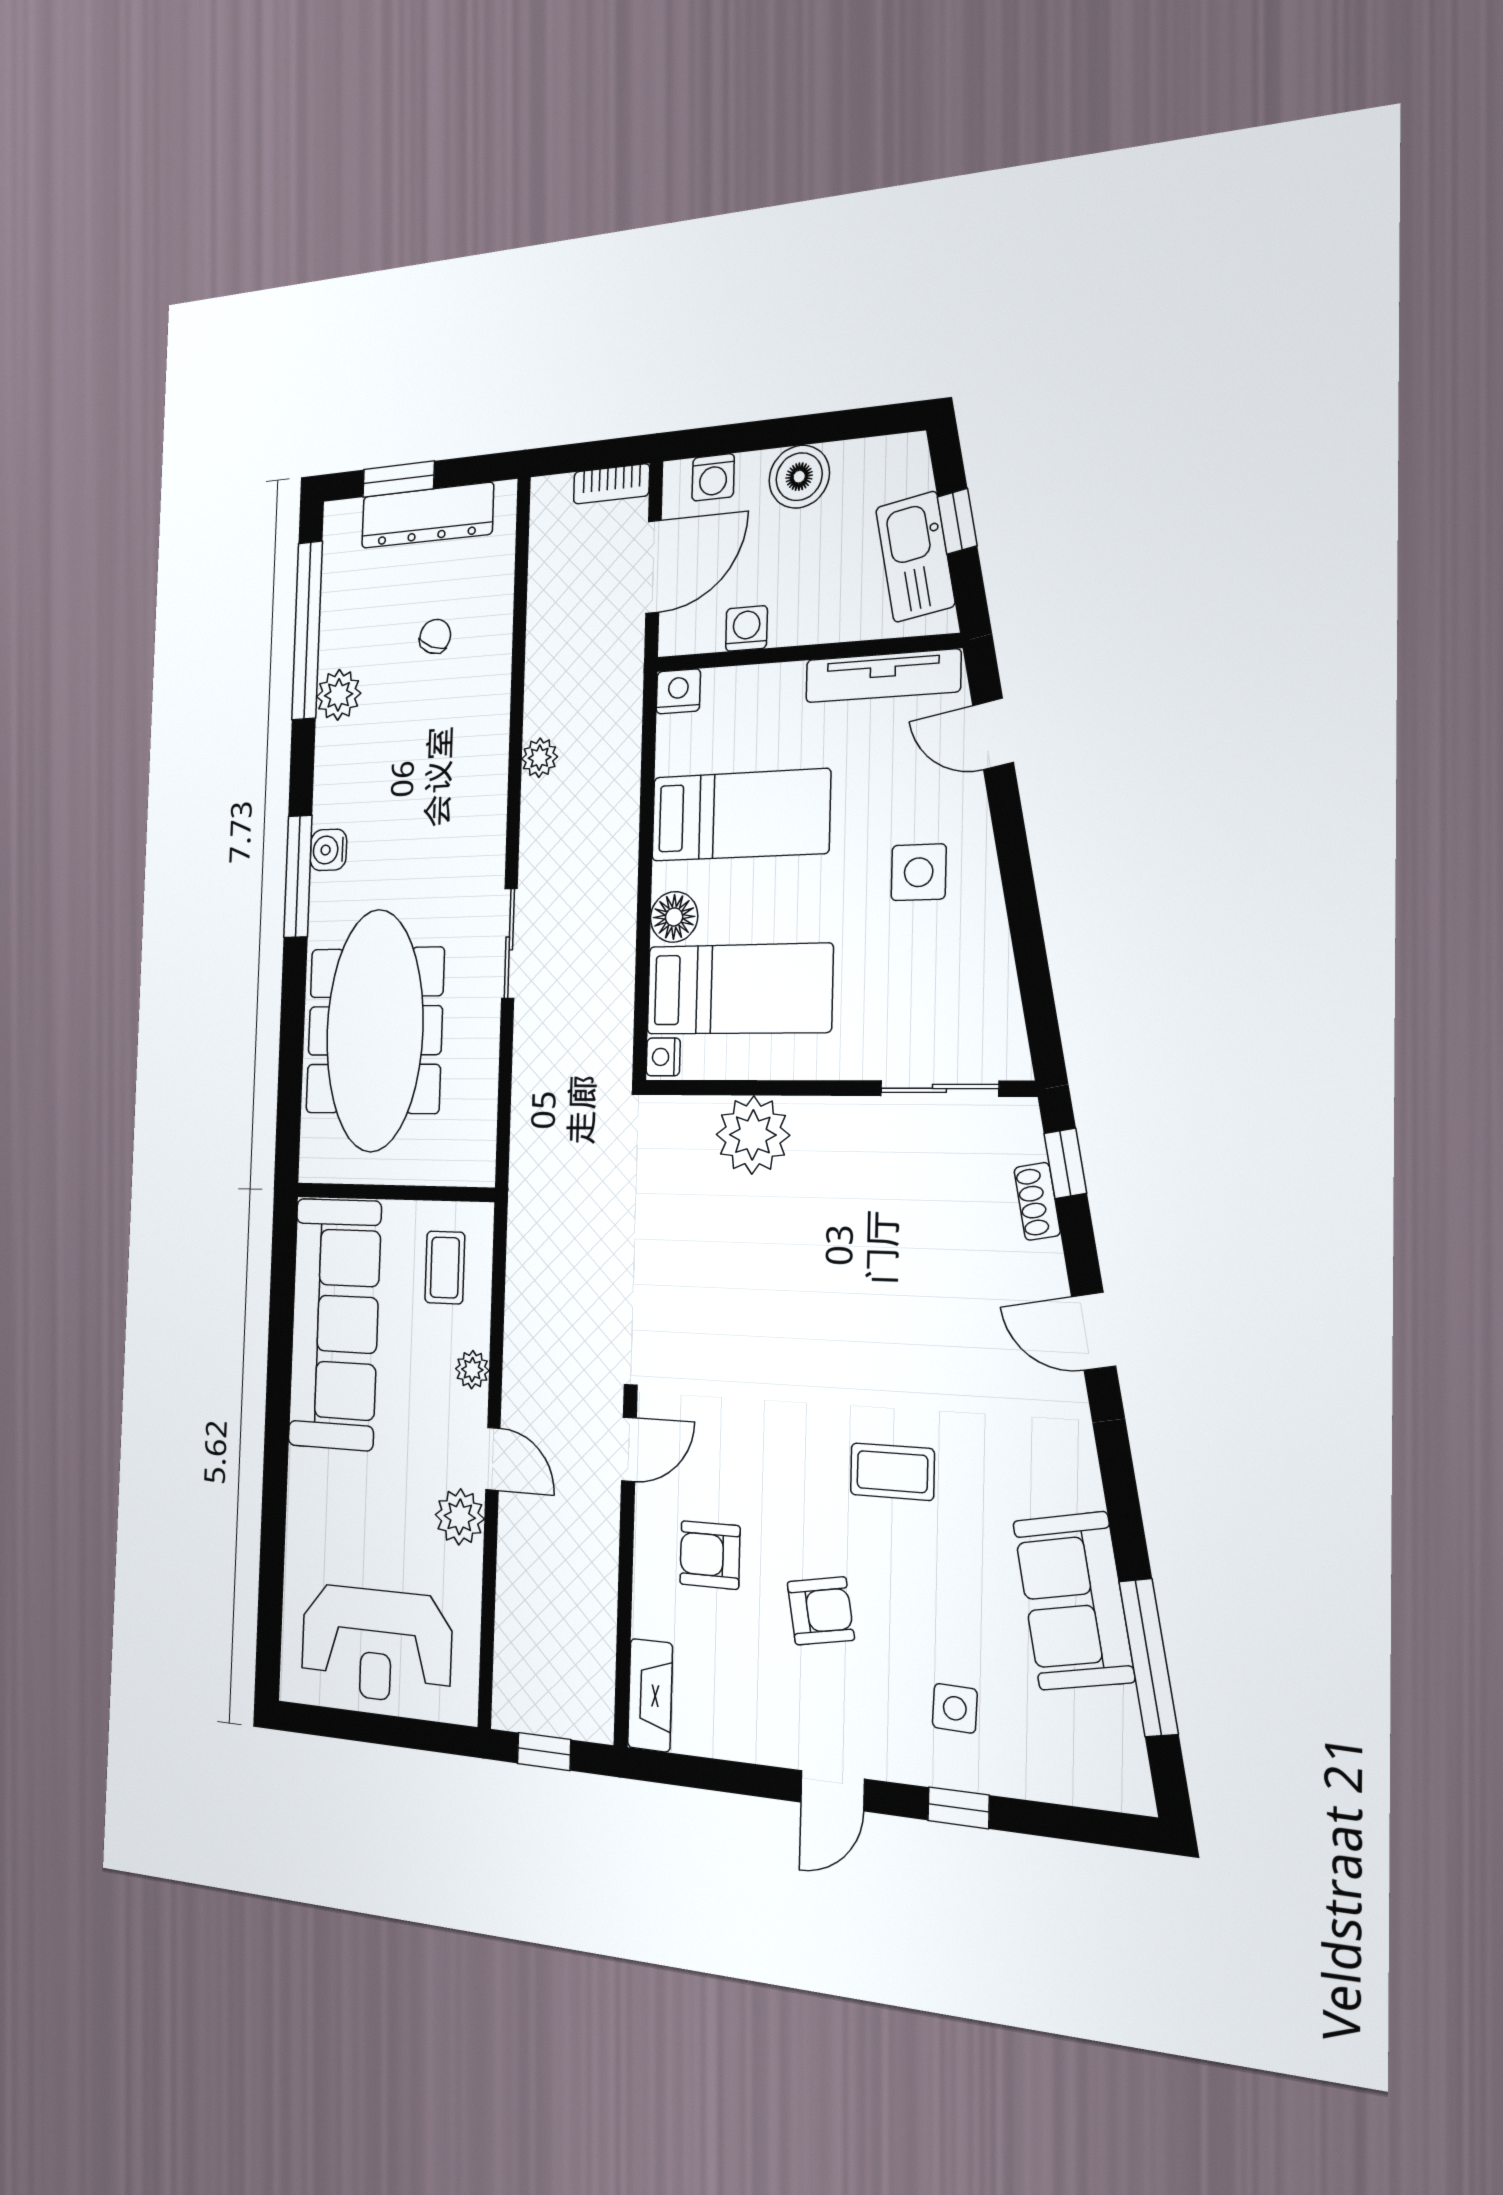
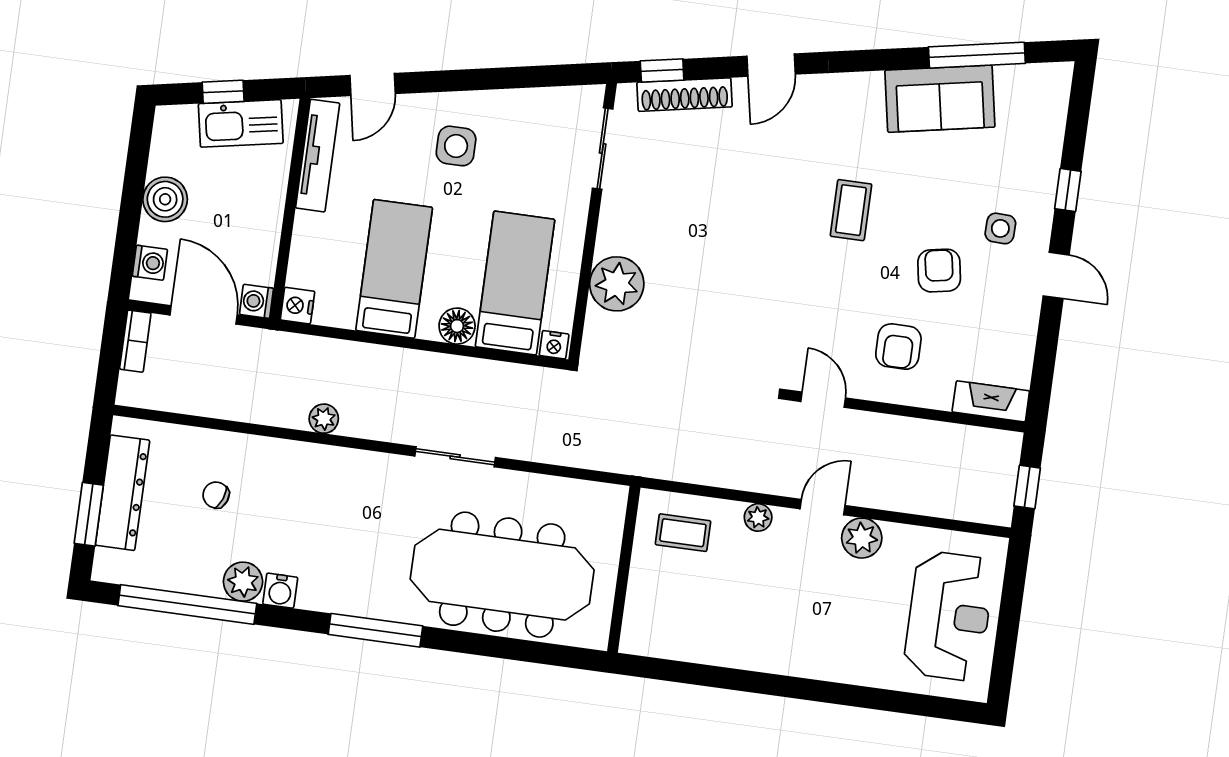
washing machine: (746, 628) -> (257, 301), moved
water cooler: (328, 850) -> (280, 591), moved
shoe rack: (1037, 1201) -> (685, 95), width x1.94, depth x1.24
sofa: (335, 1324) -> (715, 629), removed
side table: (955, 1708) -> (1000, 228), moved

